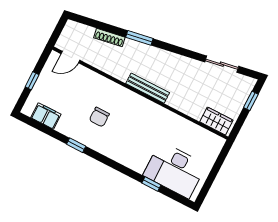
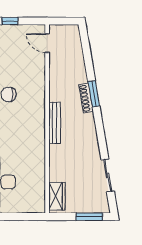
shoe rack: (109, 37) -> (86, 98), moved
window: (251, 101) -> (89, 217), width x1.50

